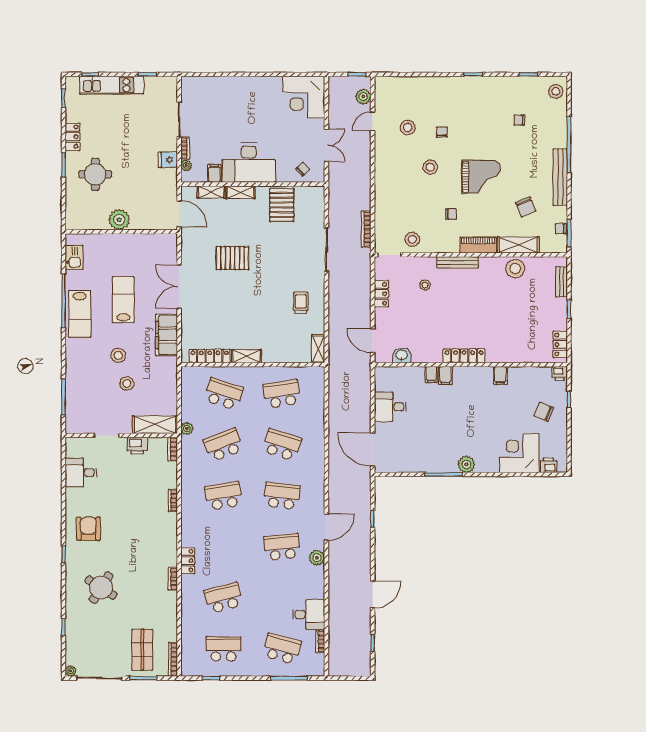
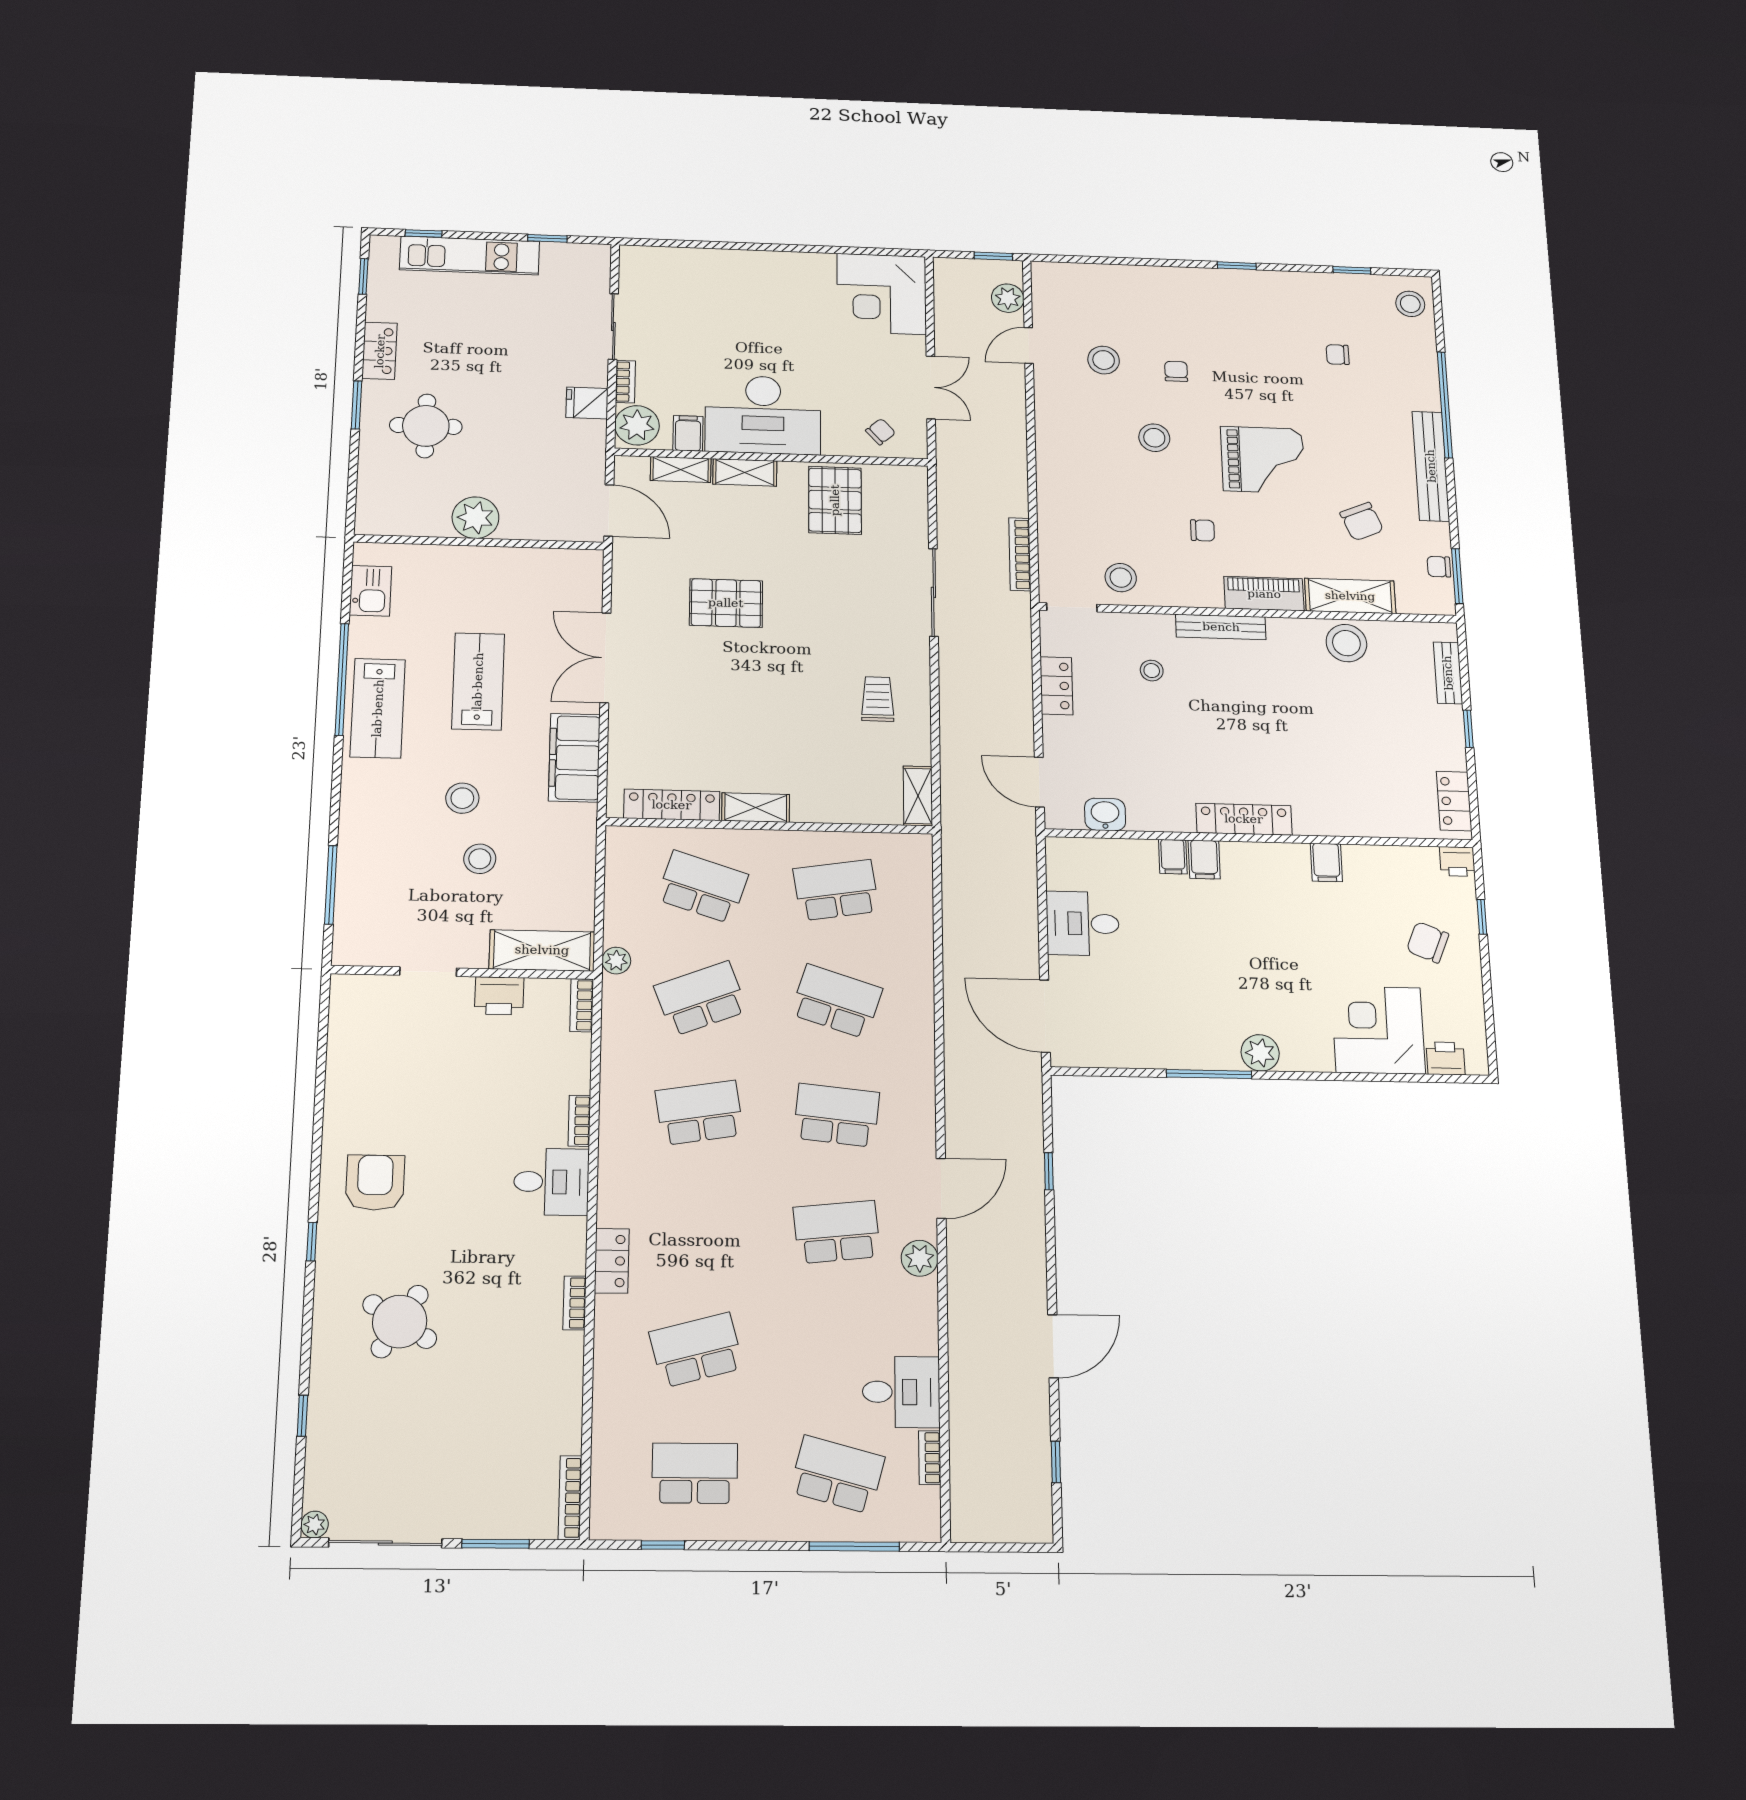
plant: (186, 166) -> (637, 425), width x1.88, depth x1.88
desk: (81, 473) -> (551, 1182), moved, turned 180
shop shelf: (142, 650) -> (495, 1474), removed

